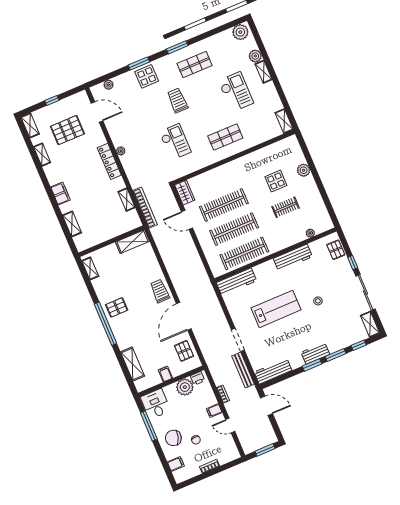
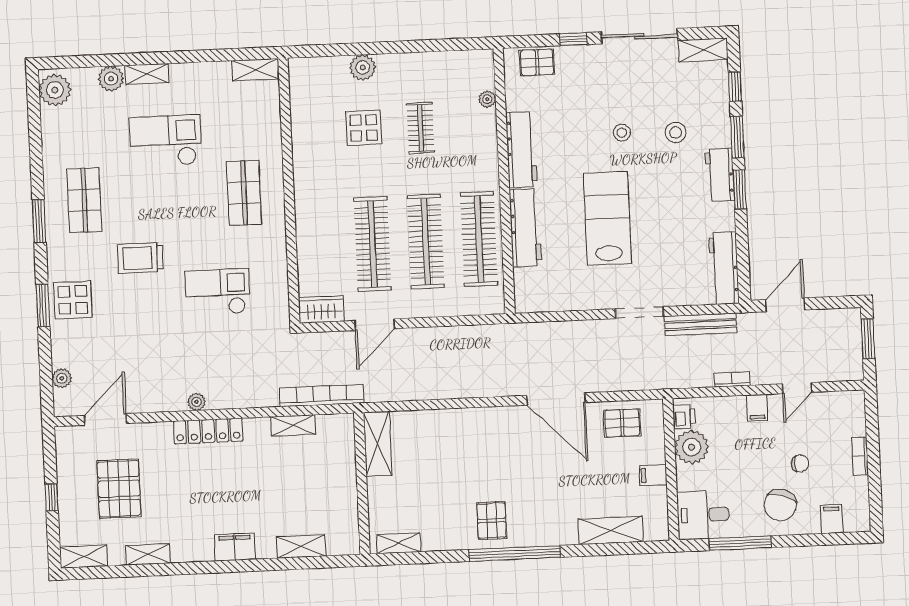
workbench: (236, 282) -> (525, 228), moved
trolley: (160, 291) -> (491, 427), removed
stool: (327, 326) -> (676, 132), added

